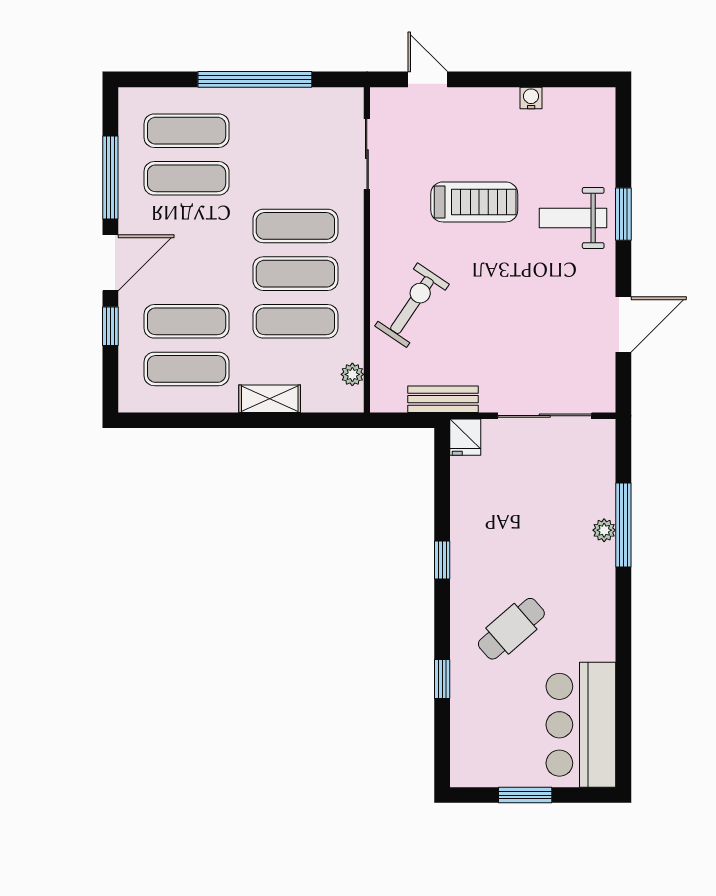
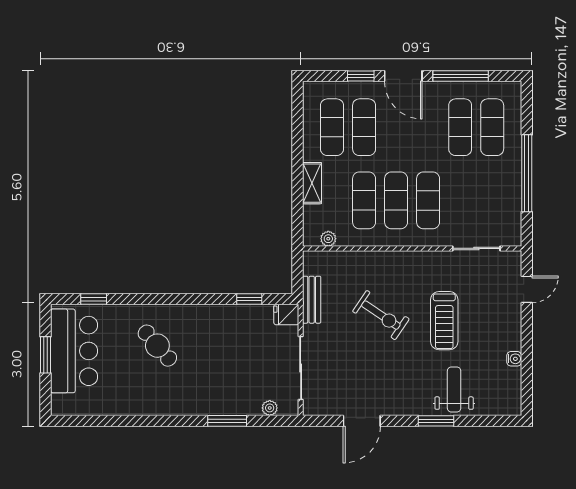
weight bench: (573, 218) -> (454, 390), moved
exercise bike: (412, 305) -> (381, 315), moved
door: (623, 325) -> (362, 421), hinge flipped
window: (623, 525) -> (227, 421), width x0.69
plant: (604, 530) -> (270, 408), moved
window: (442, 560) -> (249, 299), moved
window: (442, 679) -> (94, 299), moved
bar counter: (581, 725) -> (74, 351), moved, turned 90

